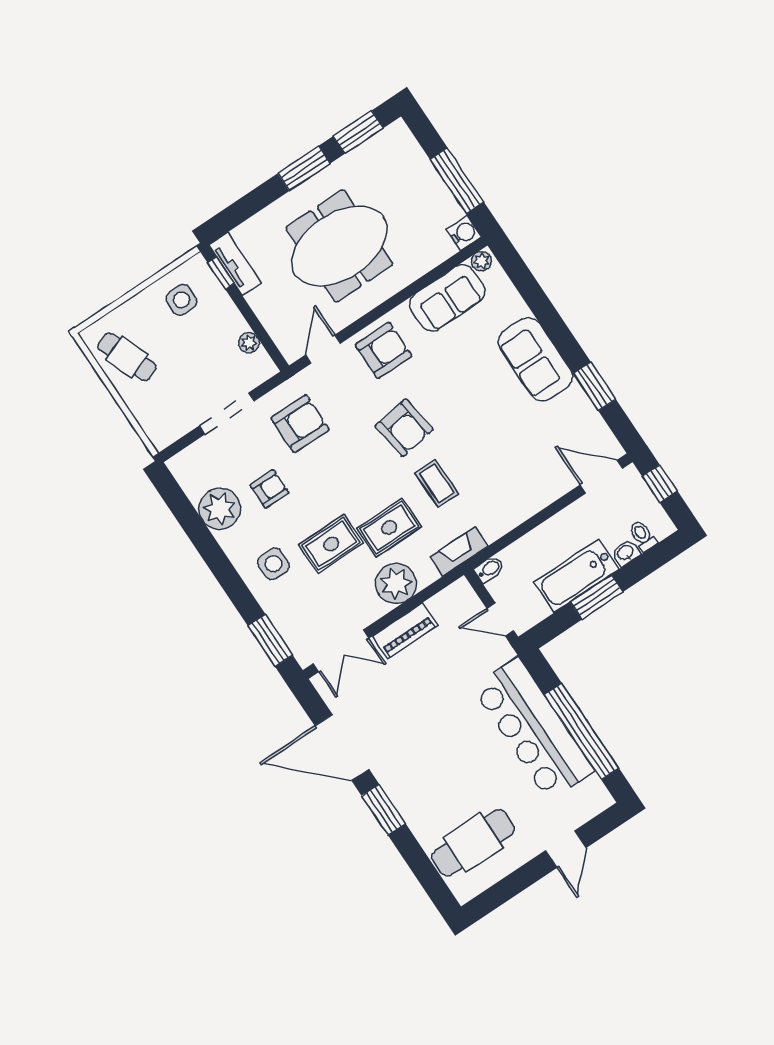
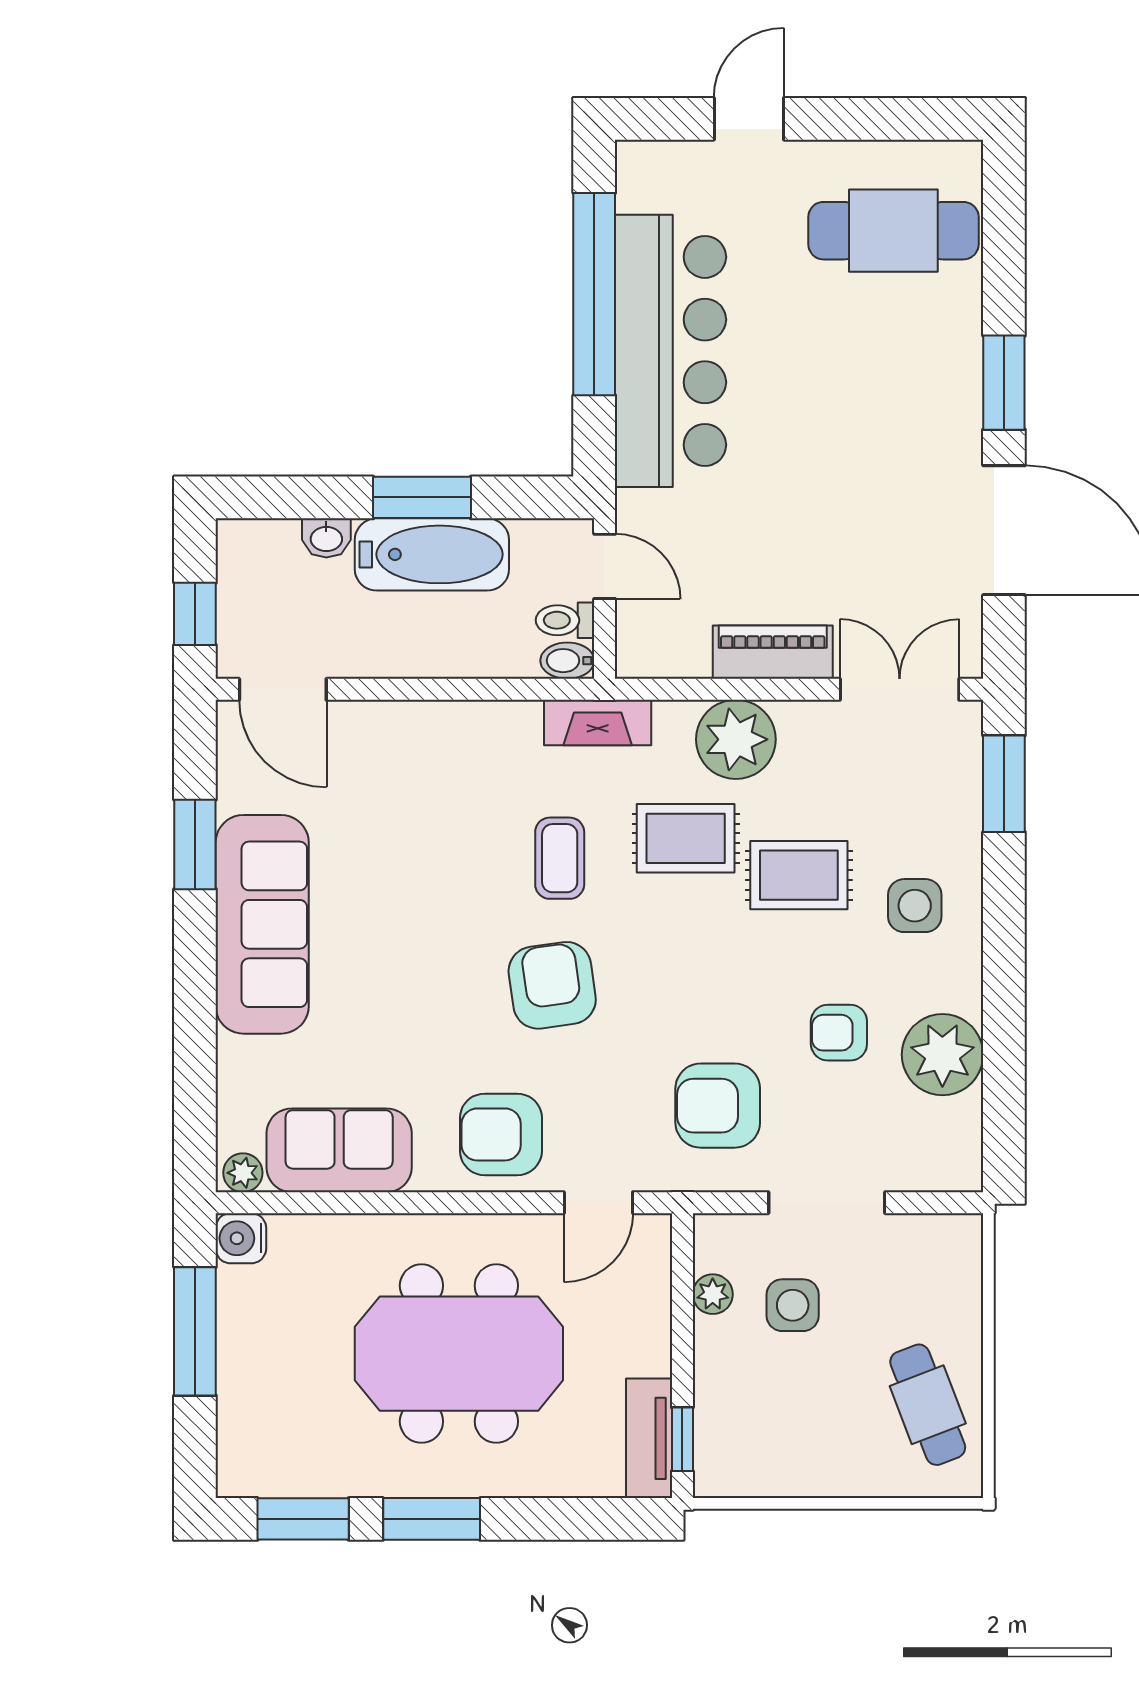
side table: (181, 300) -> (793, 1305), moved
sofa: (535, 359) -> (262, 924), width x1.36
toilet: (643, 536) -> (565, 620), moved, turned 90

